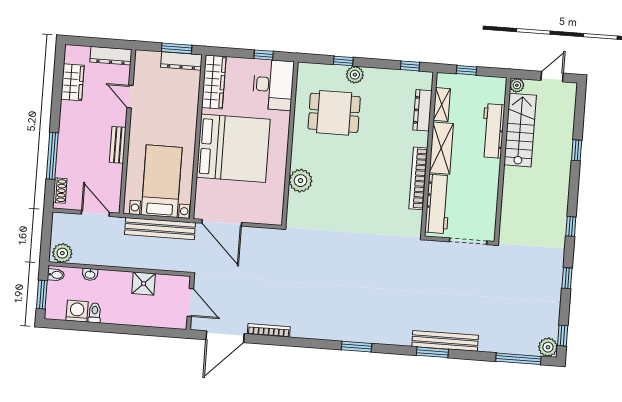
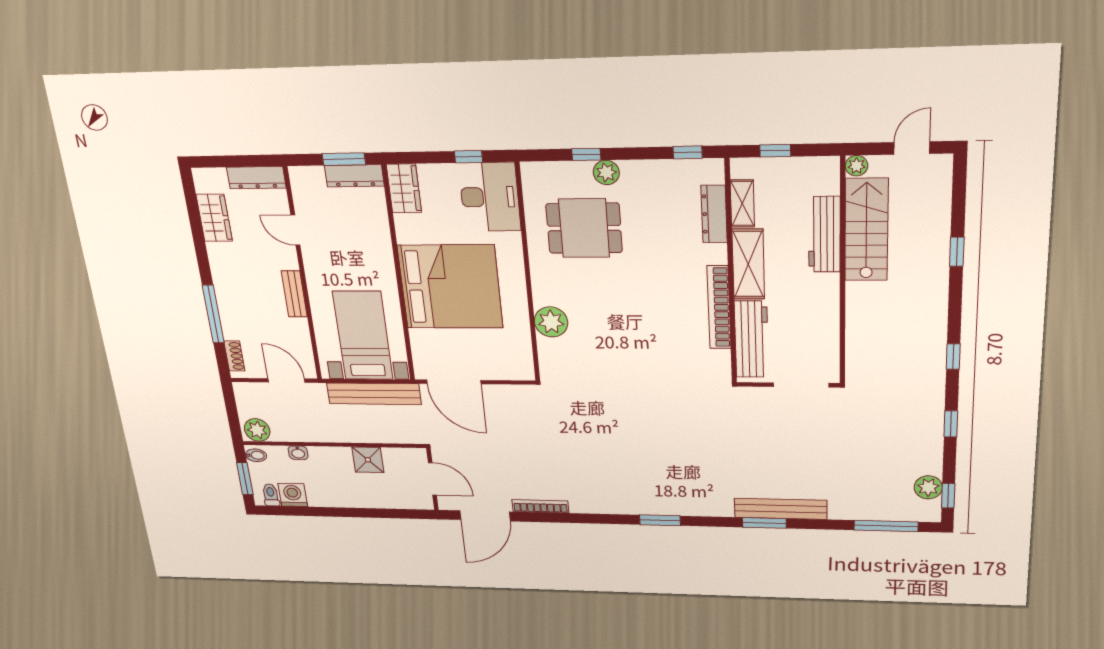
wardrobe: (214, 82) -> (404, 188), width x0.67
toilet: (95, 313) -> (271, 495), moved
plant: (548, 347) -> (928, 487), moved

